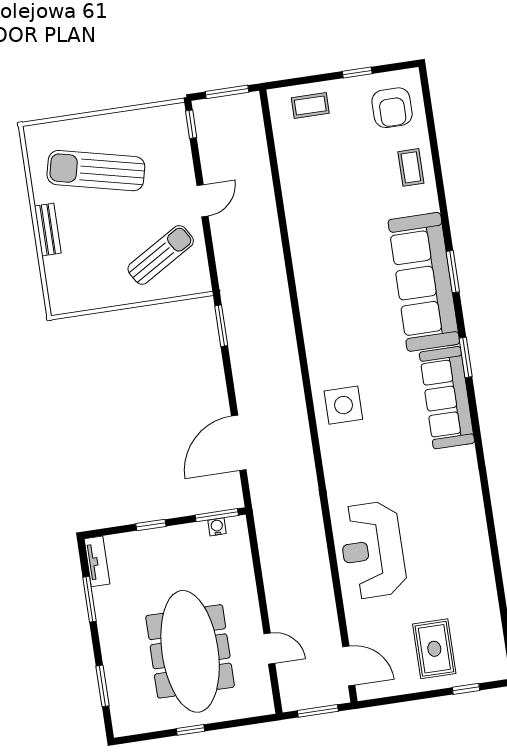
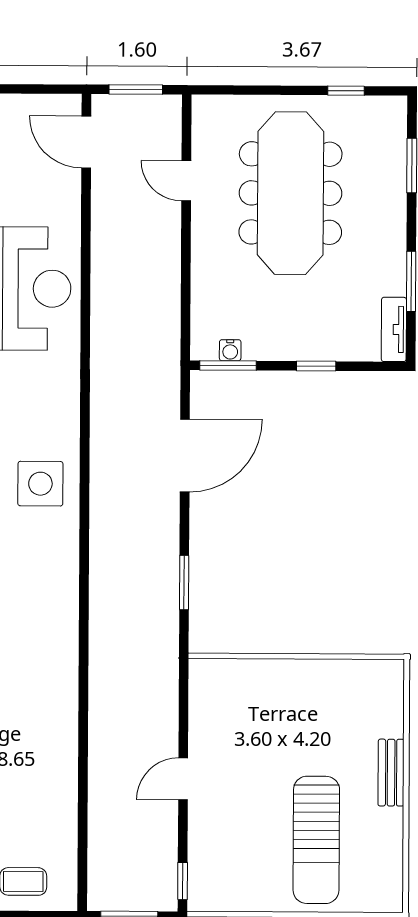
sun lounger: (96, 171) -> (316, 840), turned 77
sun lounger: (161, 255) -> (249, 717), removed
window: (221, 326) -> (184, 583), moved
window: (191, 730) -> (346, 91), moved

